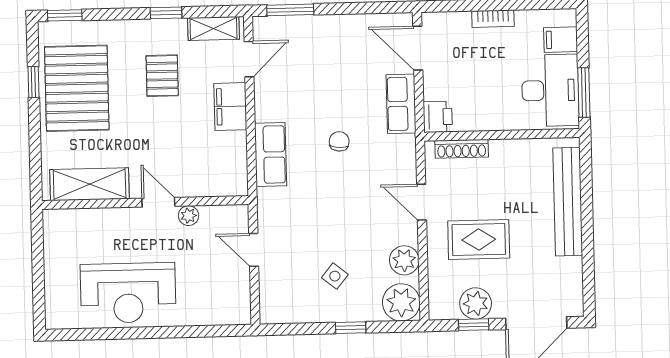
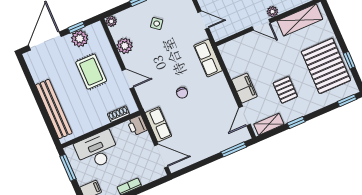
desk: (550, 90) -> (97, 150), moved, turned 90
shoe rack: (462, 149) -> (118, 114), width x0.70
row of seats: (271, 155) -> (208, 58), moved
plant: (189, 216) -> (272, 12), moved
rug: (479, 240) -> (91, 72), turned 90
plant: (401, 302) -> (111, 21), width x0.53, depth x0.53

